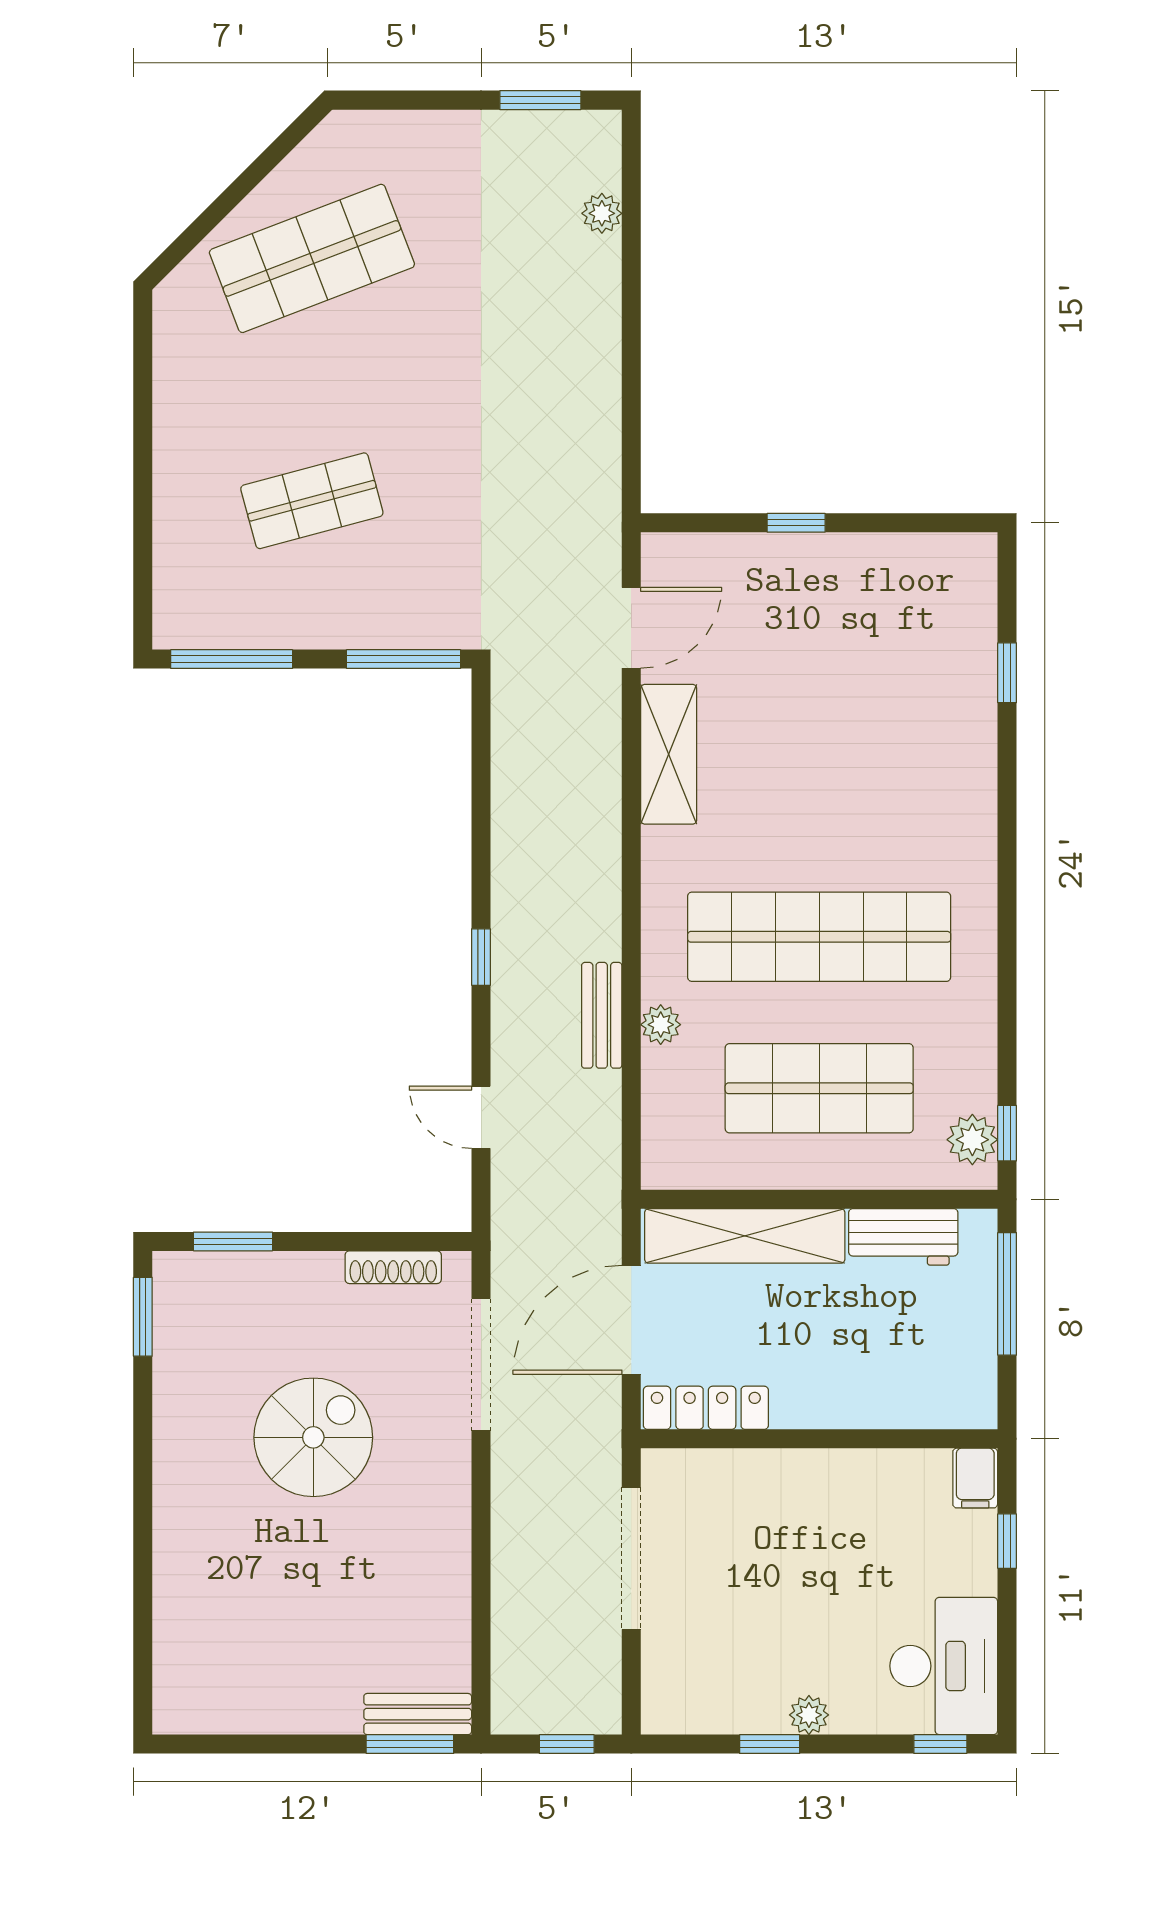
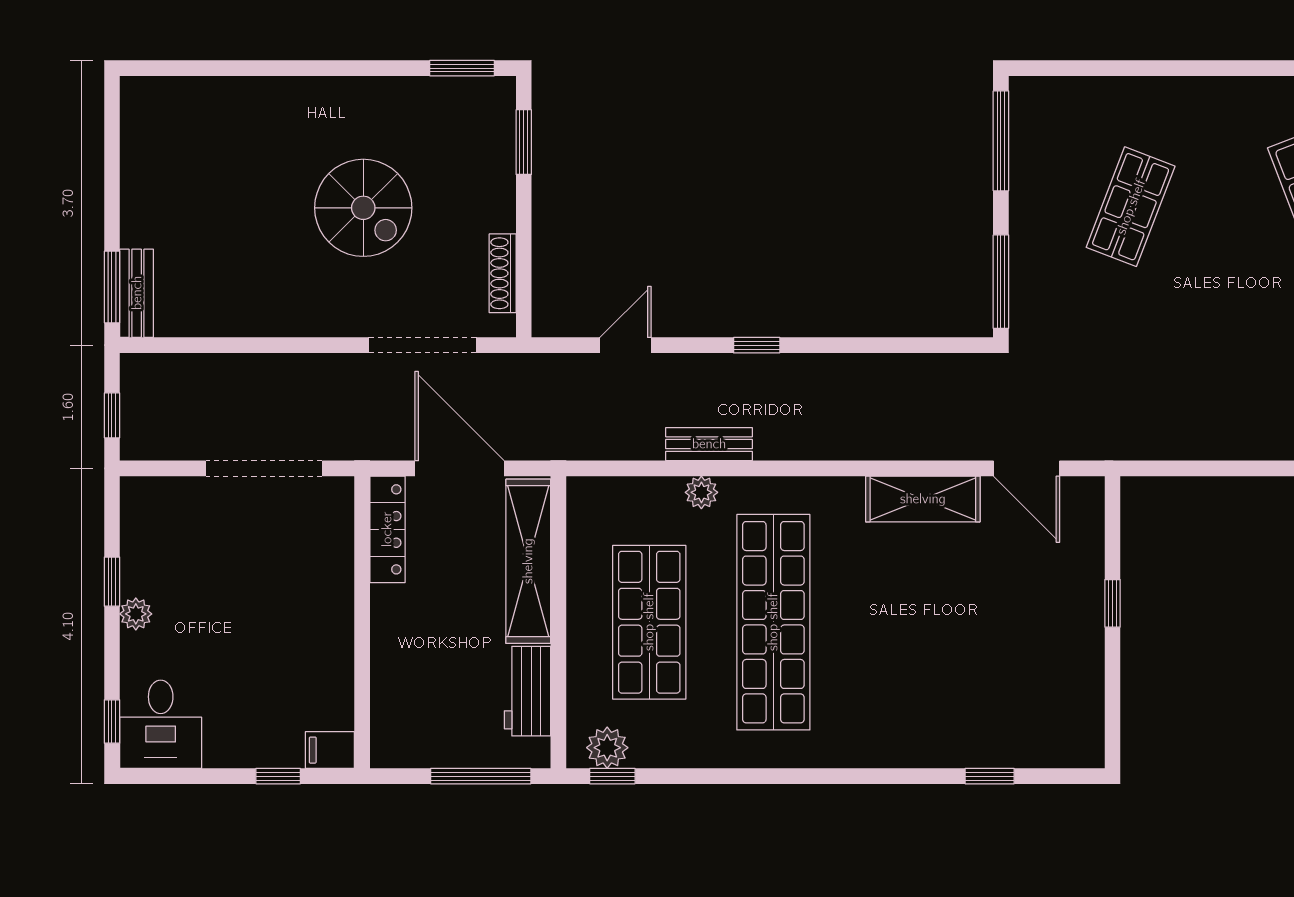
shop shelf: (312, 501) -> (1131, 207), turned 36
desk: (944, 1666) -> (161, 724), width x0.73

